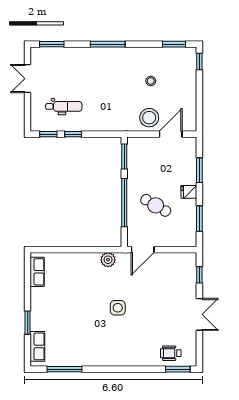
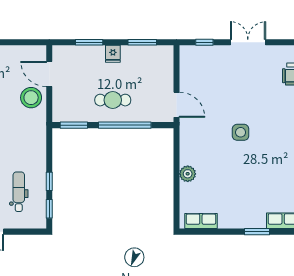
cafe table: (156, 205) -> (113, 100), moved, turned 60
plant: (108, 260) -> (188, 174), moved

